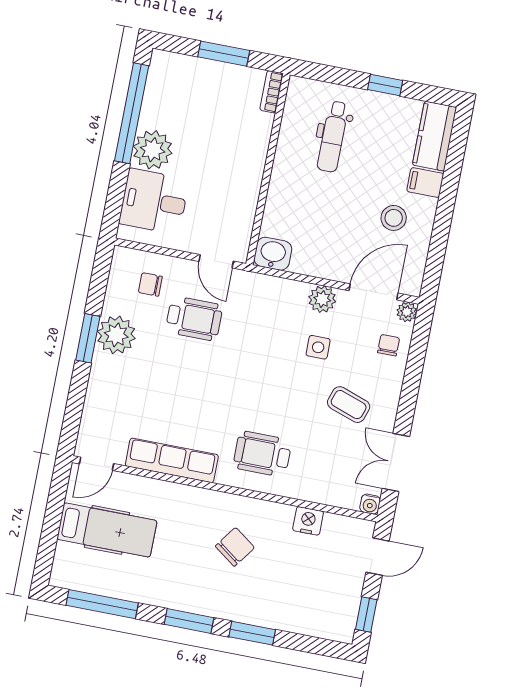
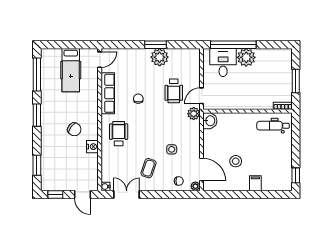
window: (385, 85) -> (296, 175), moved
window: (132, 113) -> (233, 45), moved
kitchen counter: (435, 136) -> (277, 183), removed
dental chair: (333, 137) -> (273, 126), moved
stool: (394, 218) -> (236, 161), moved
chair: (150, 284) -> (138, 99), moved
plant: (322, 299) -> (194, 114), moved
door: (96, 464) -> (100, 60), swing flipped
nightstand: (308, 521) -> (92, 147), moved
window: (252, 633) -> (37, 165), moved

